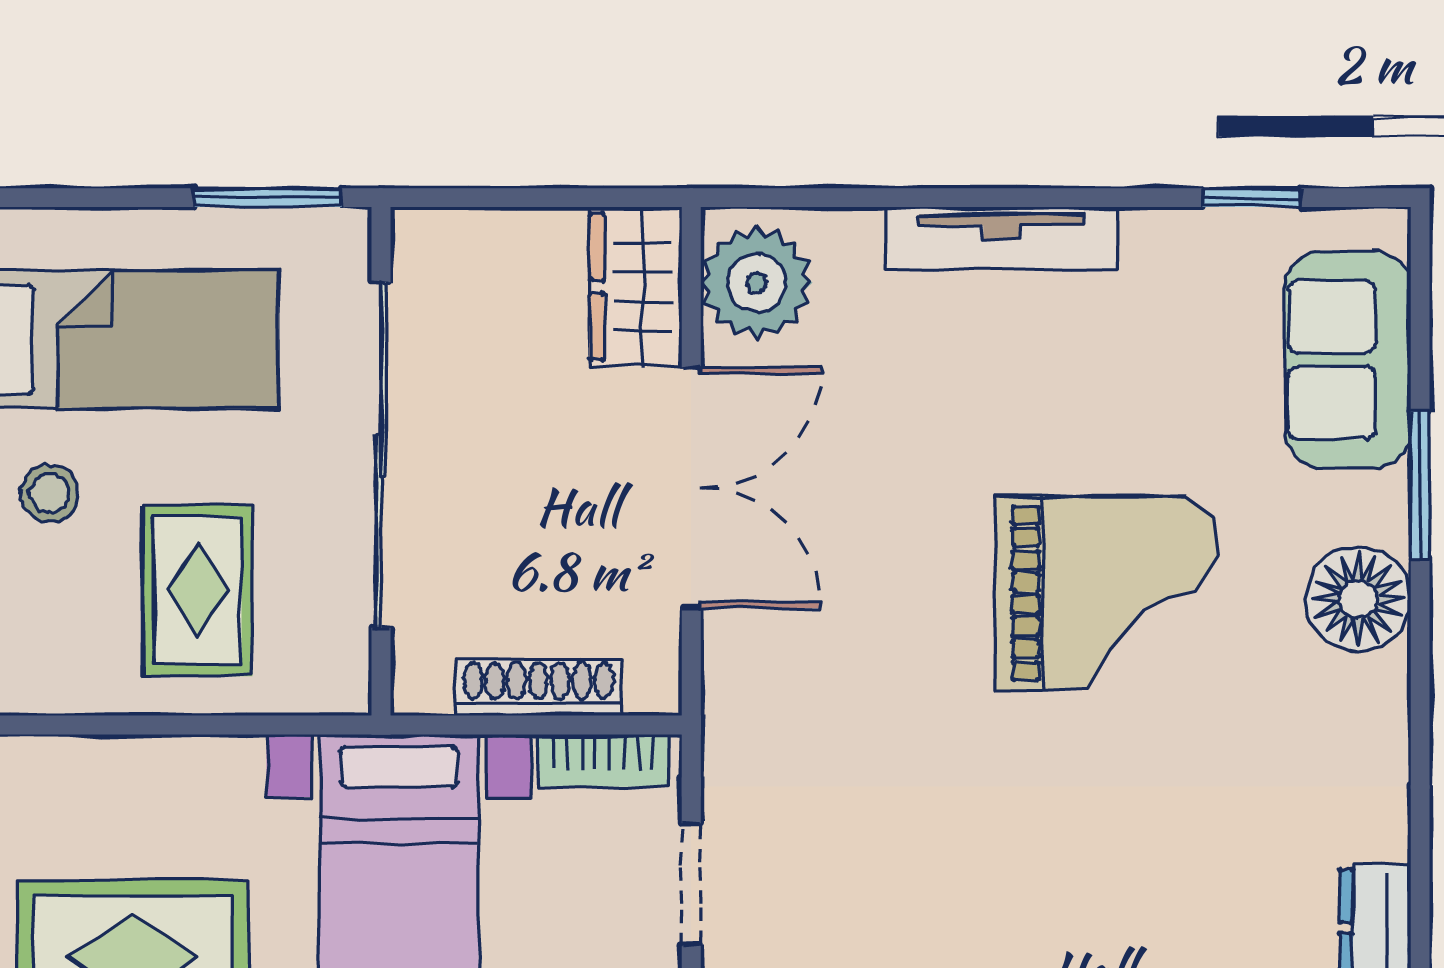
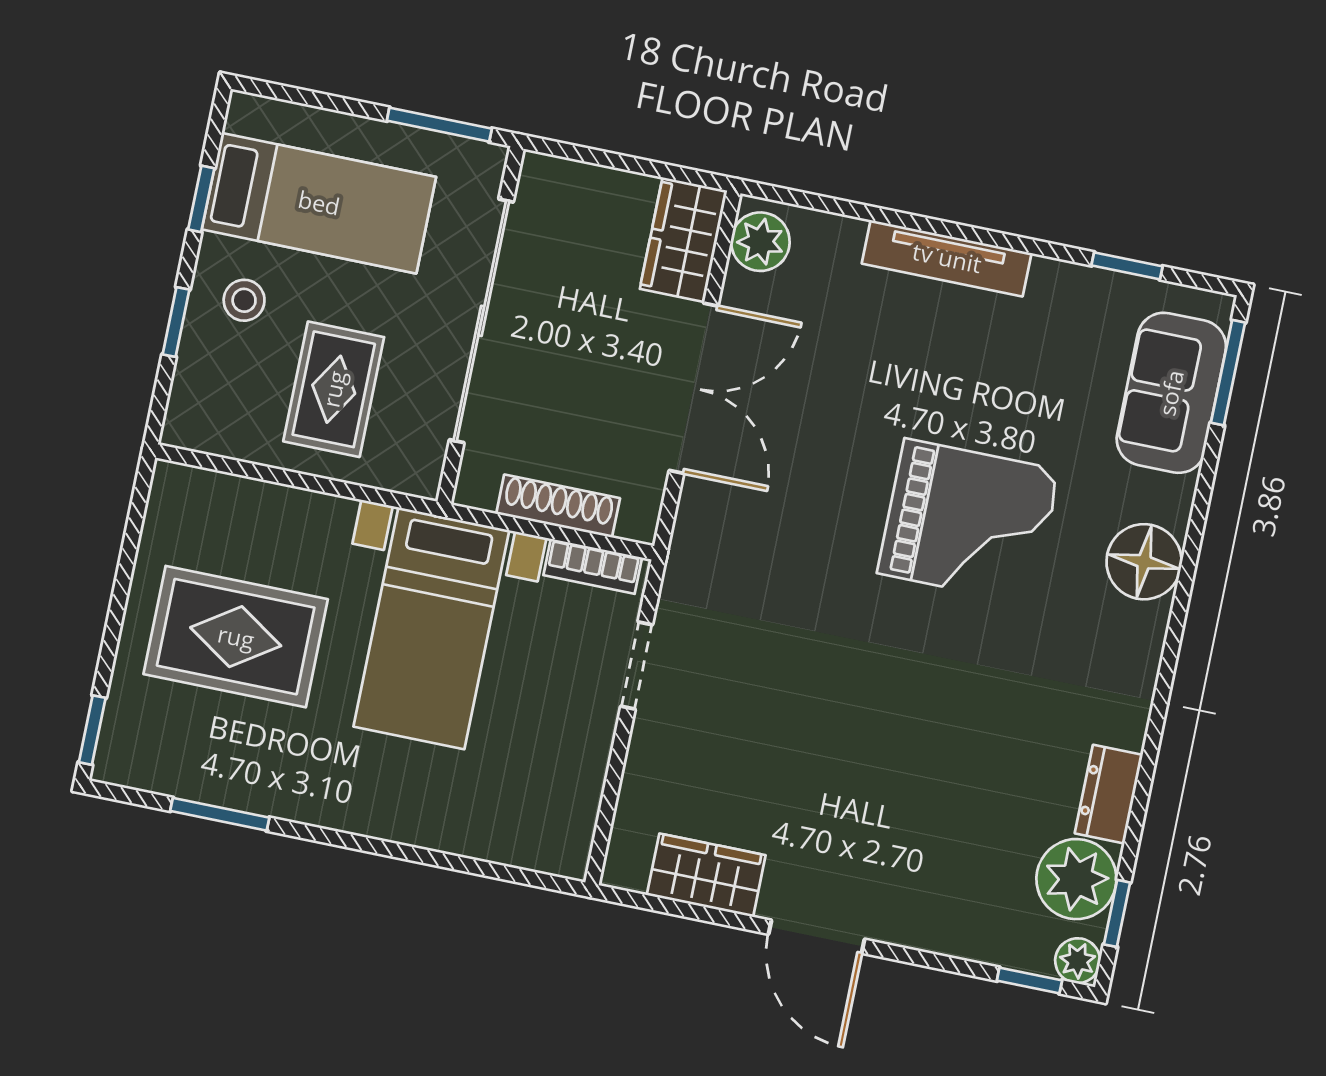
plant: (756, 283) -> (760, 242), width x0.73, depth x0.73
window: (1420, 485) -> (1228, 373), moved

